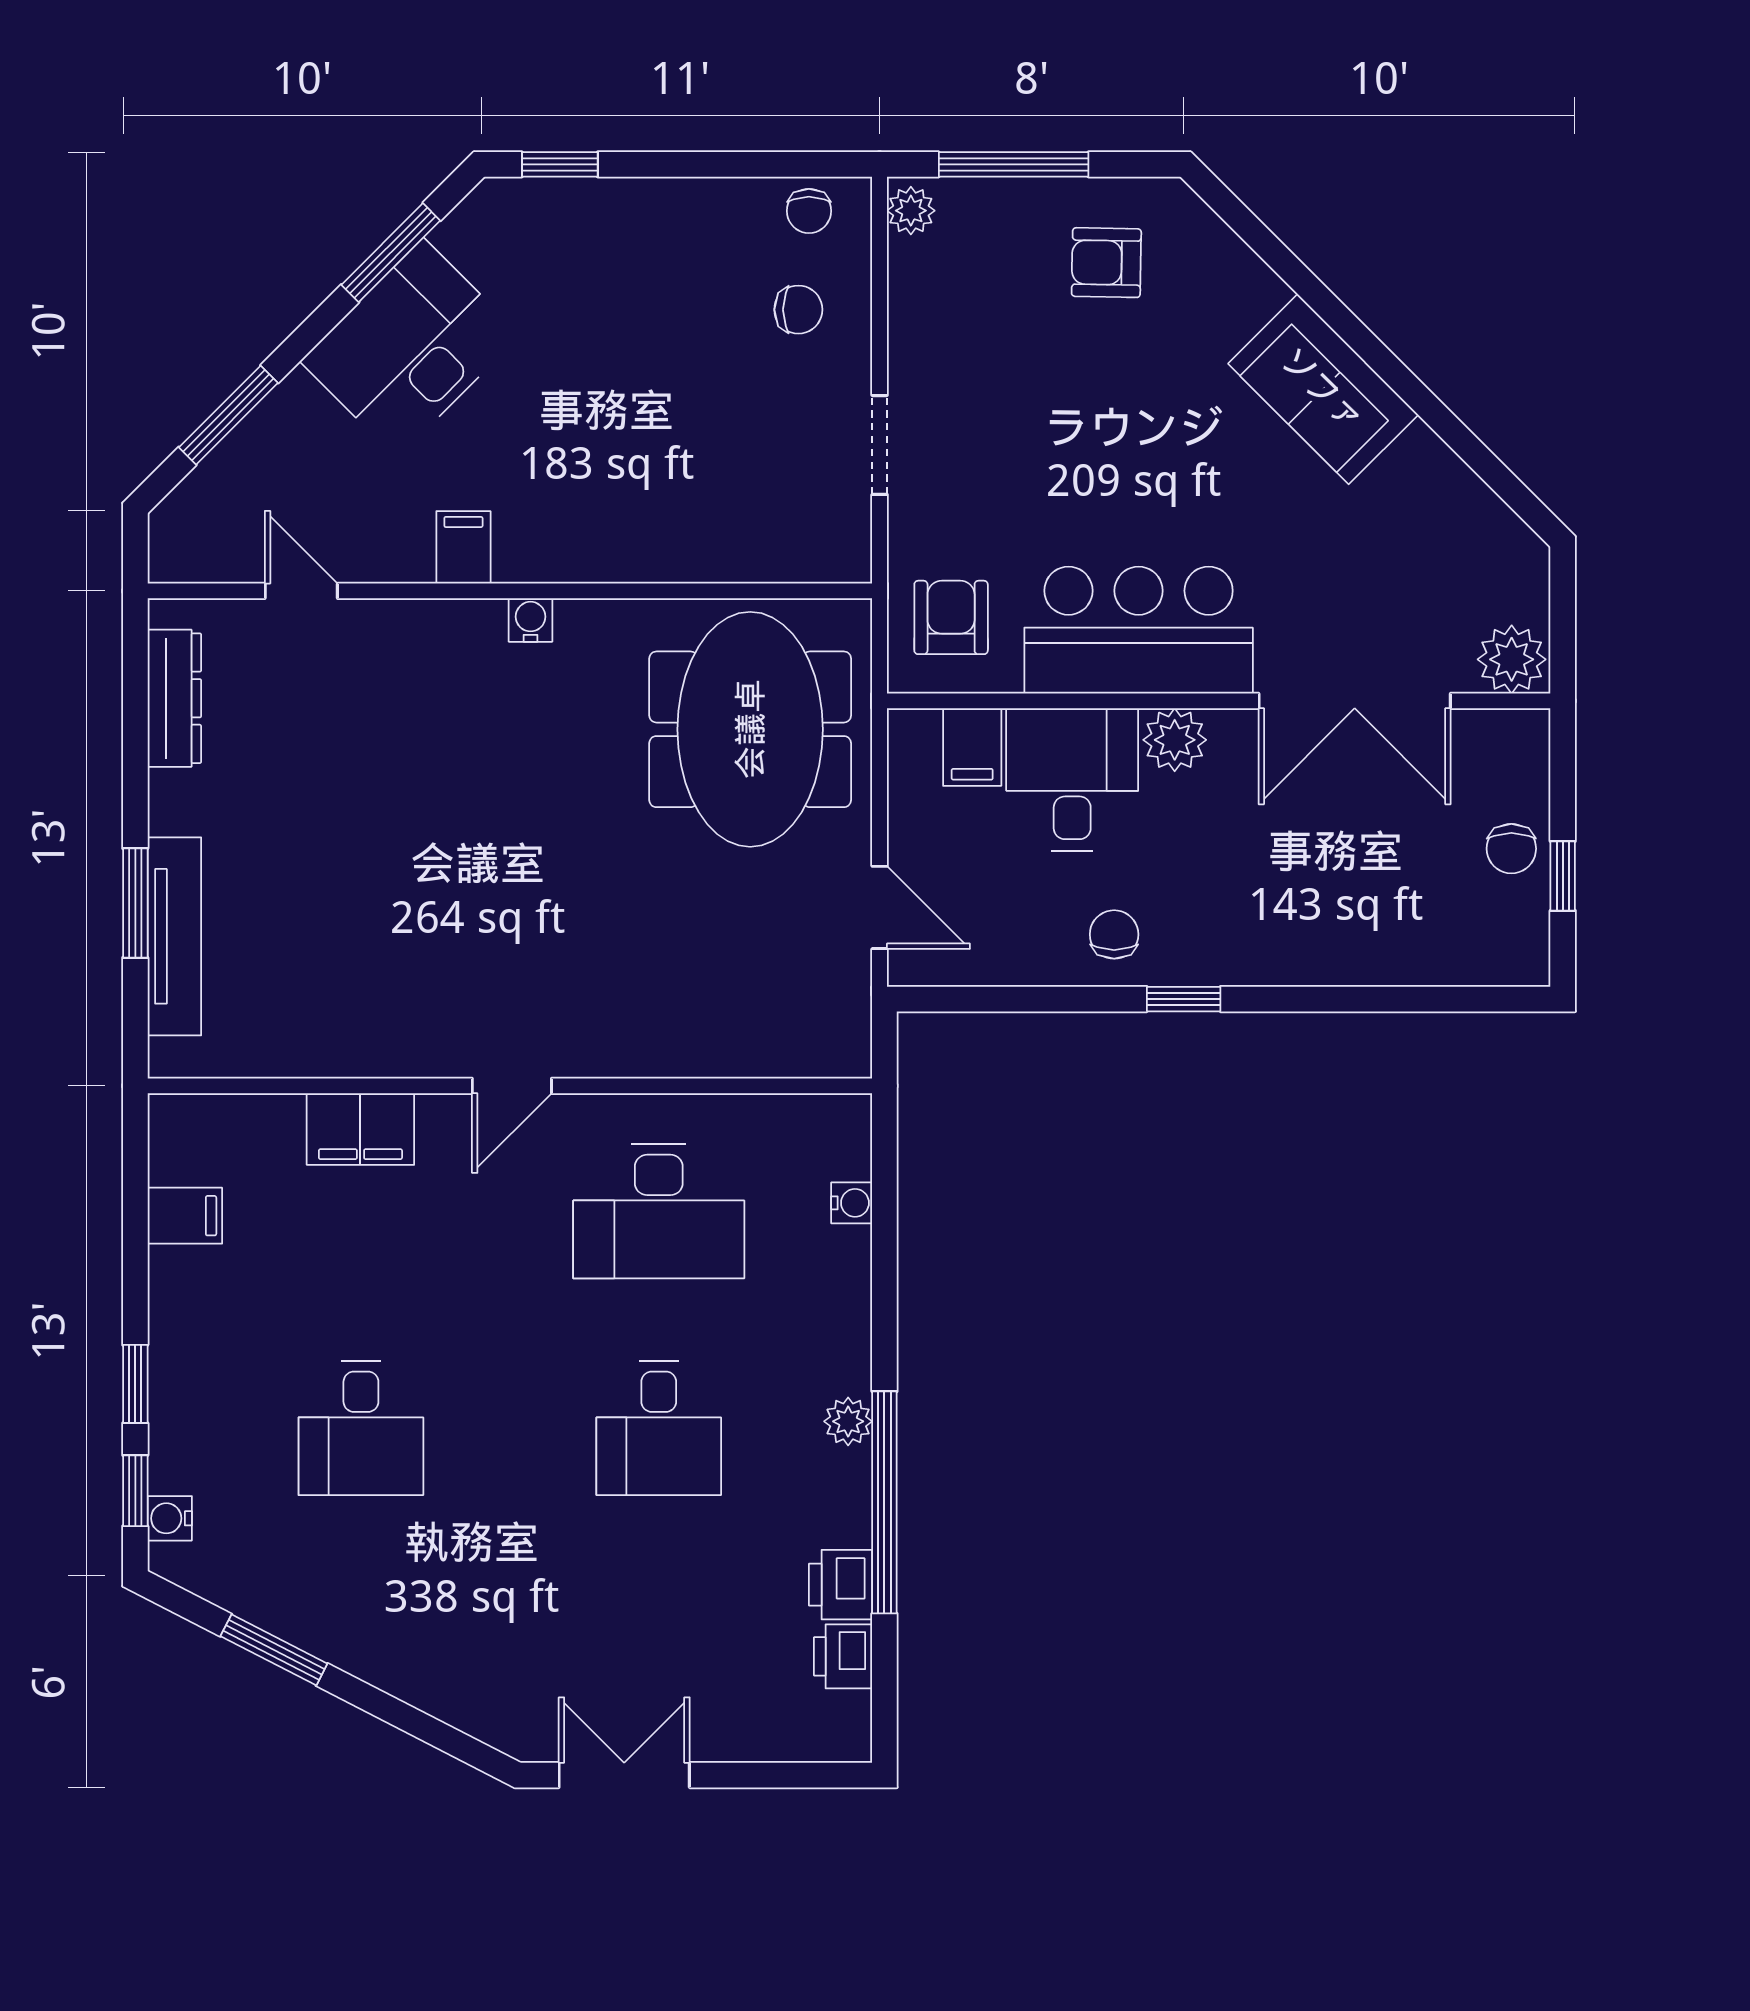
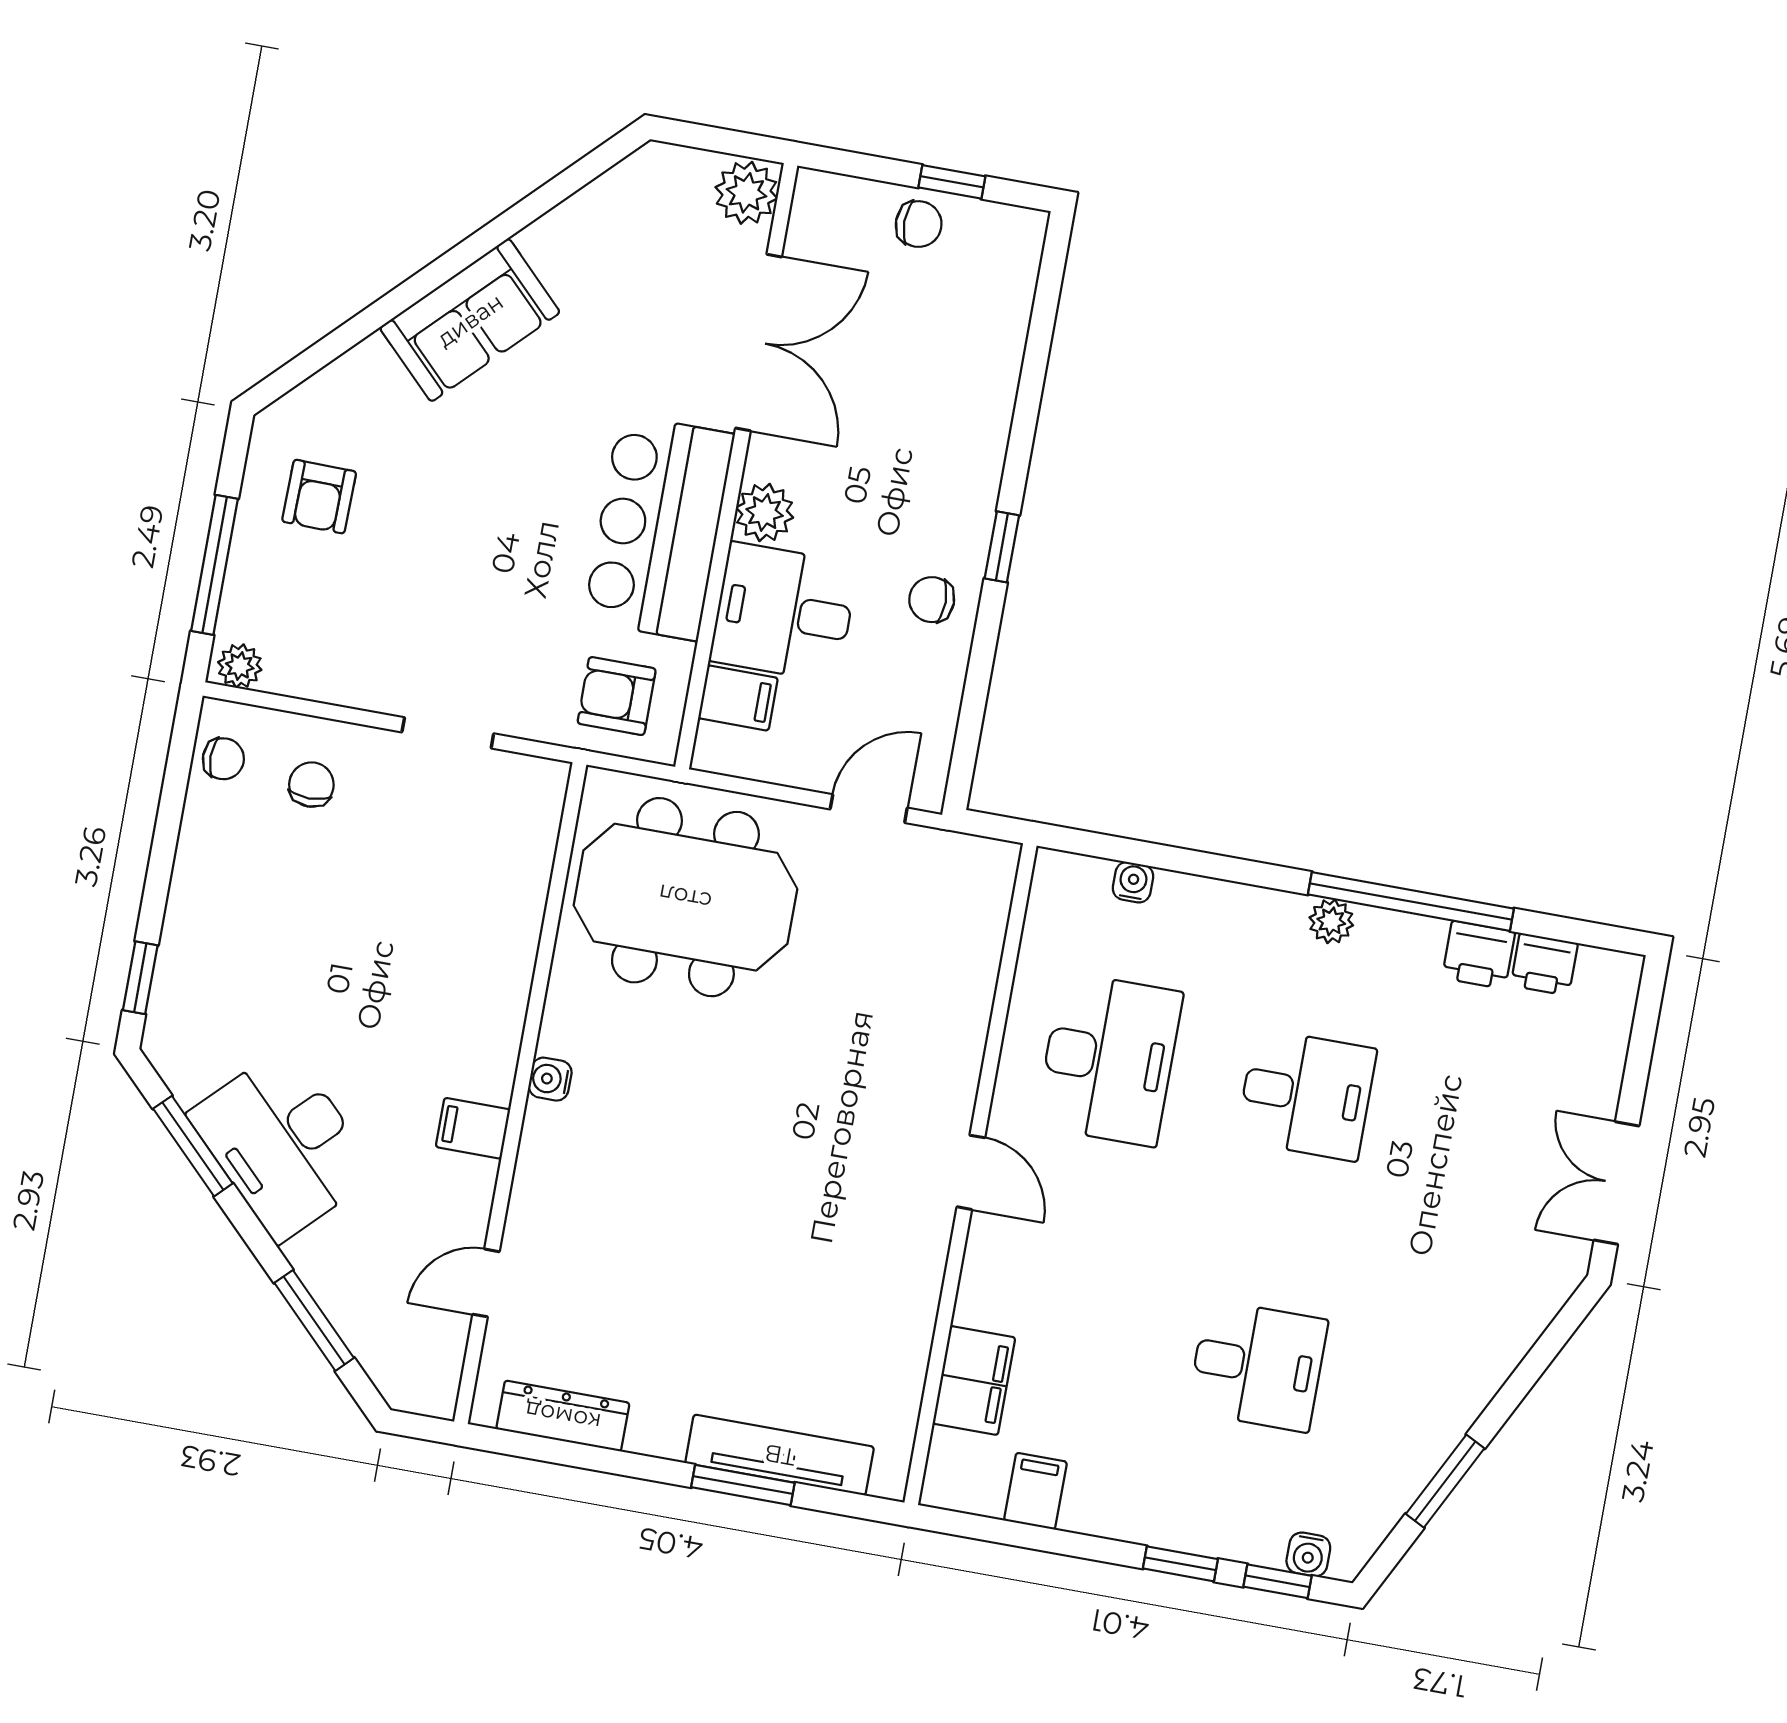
filing cabinet: (360, 1129) -> (974, 1380), moved

